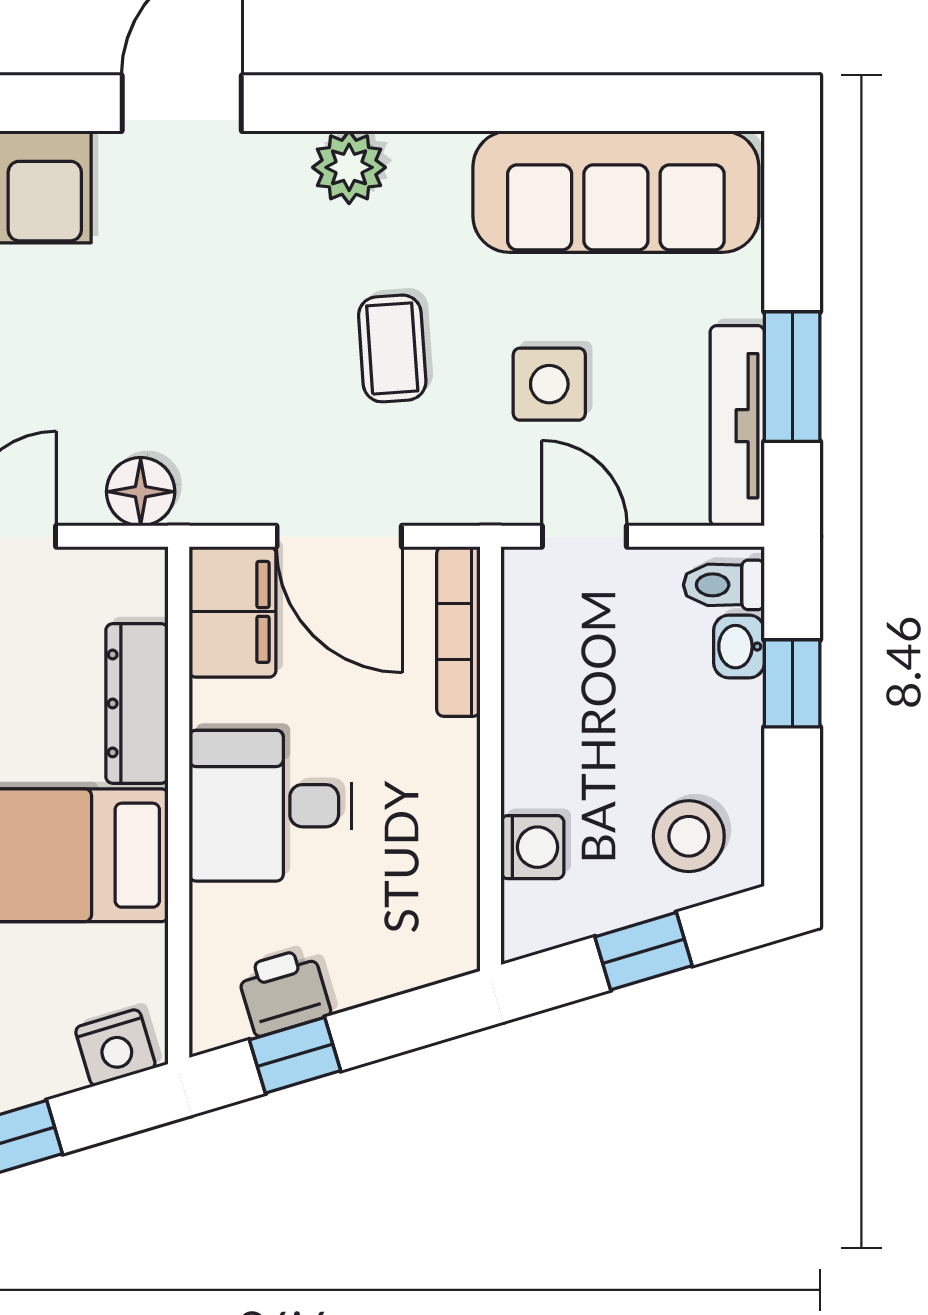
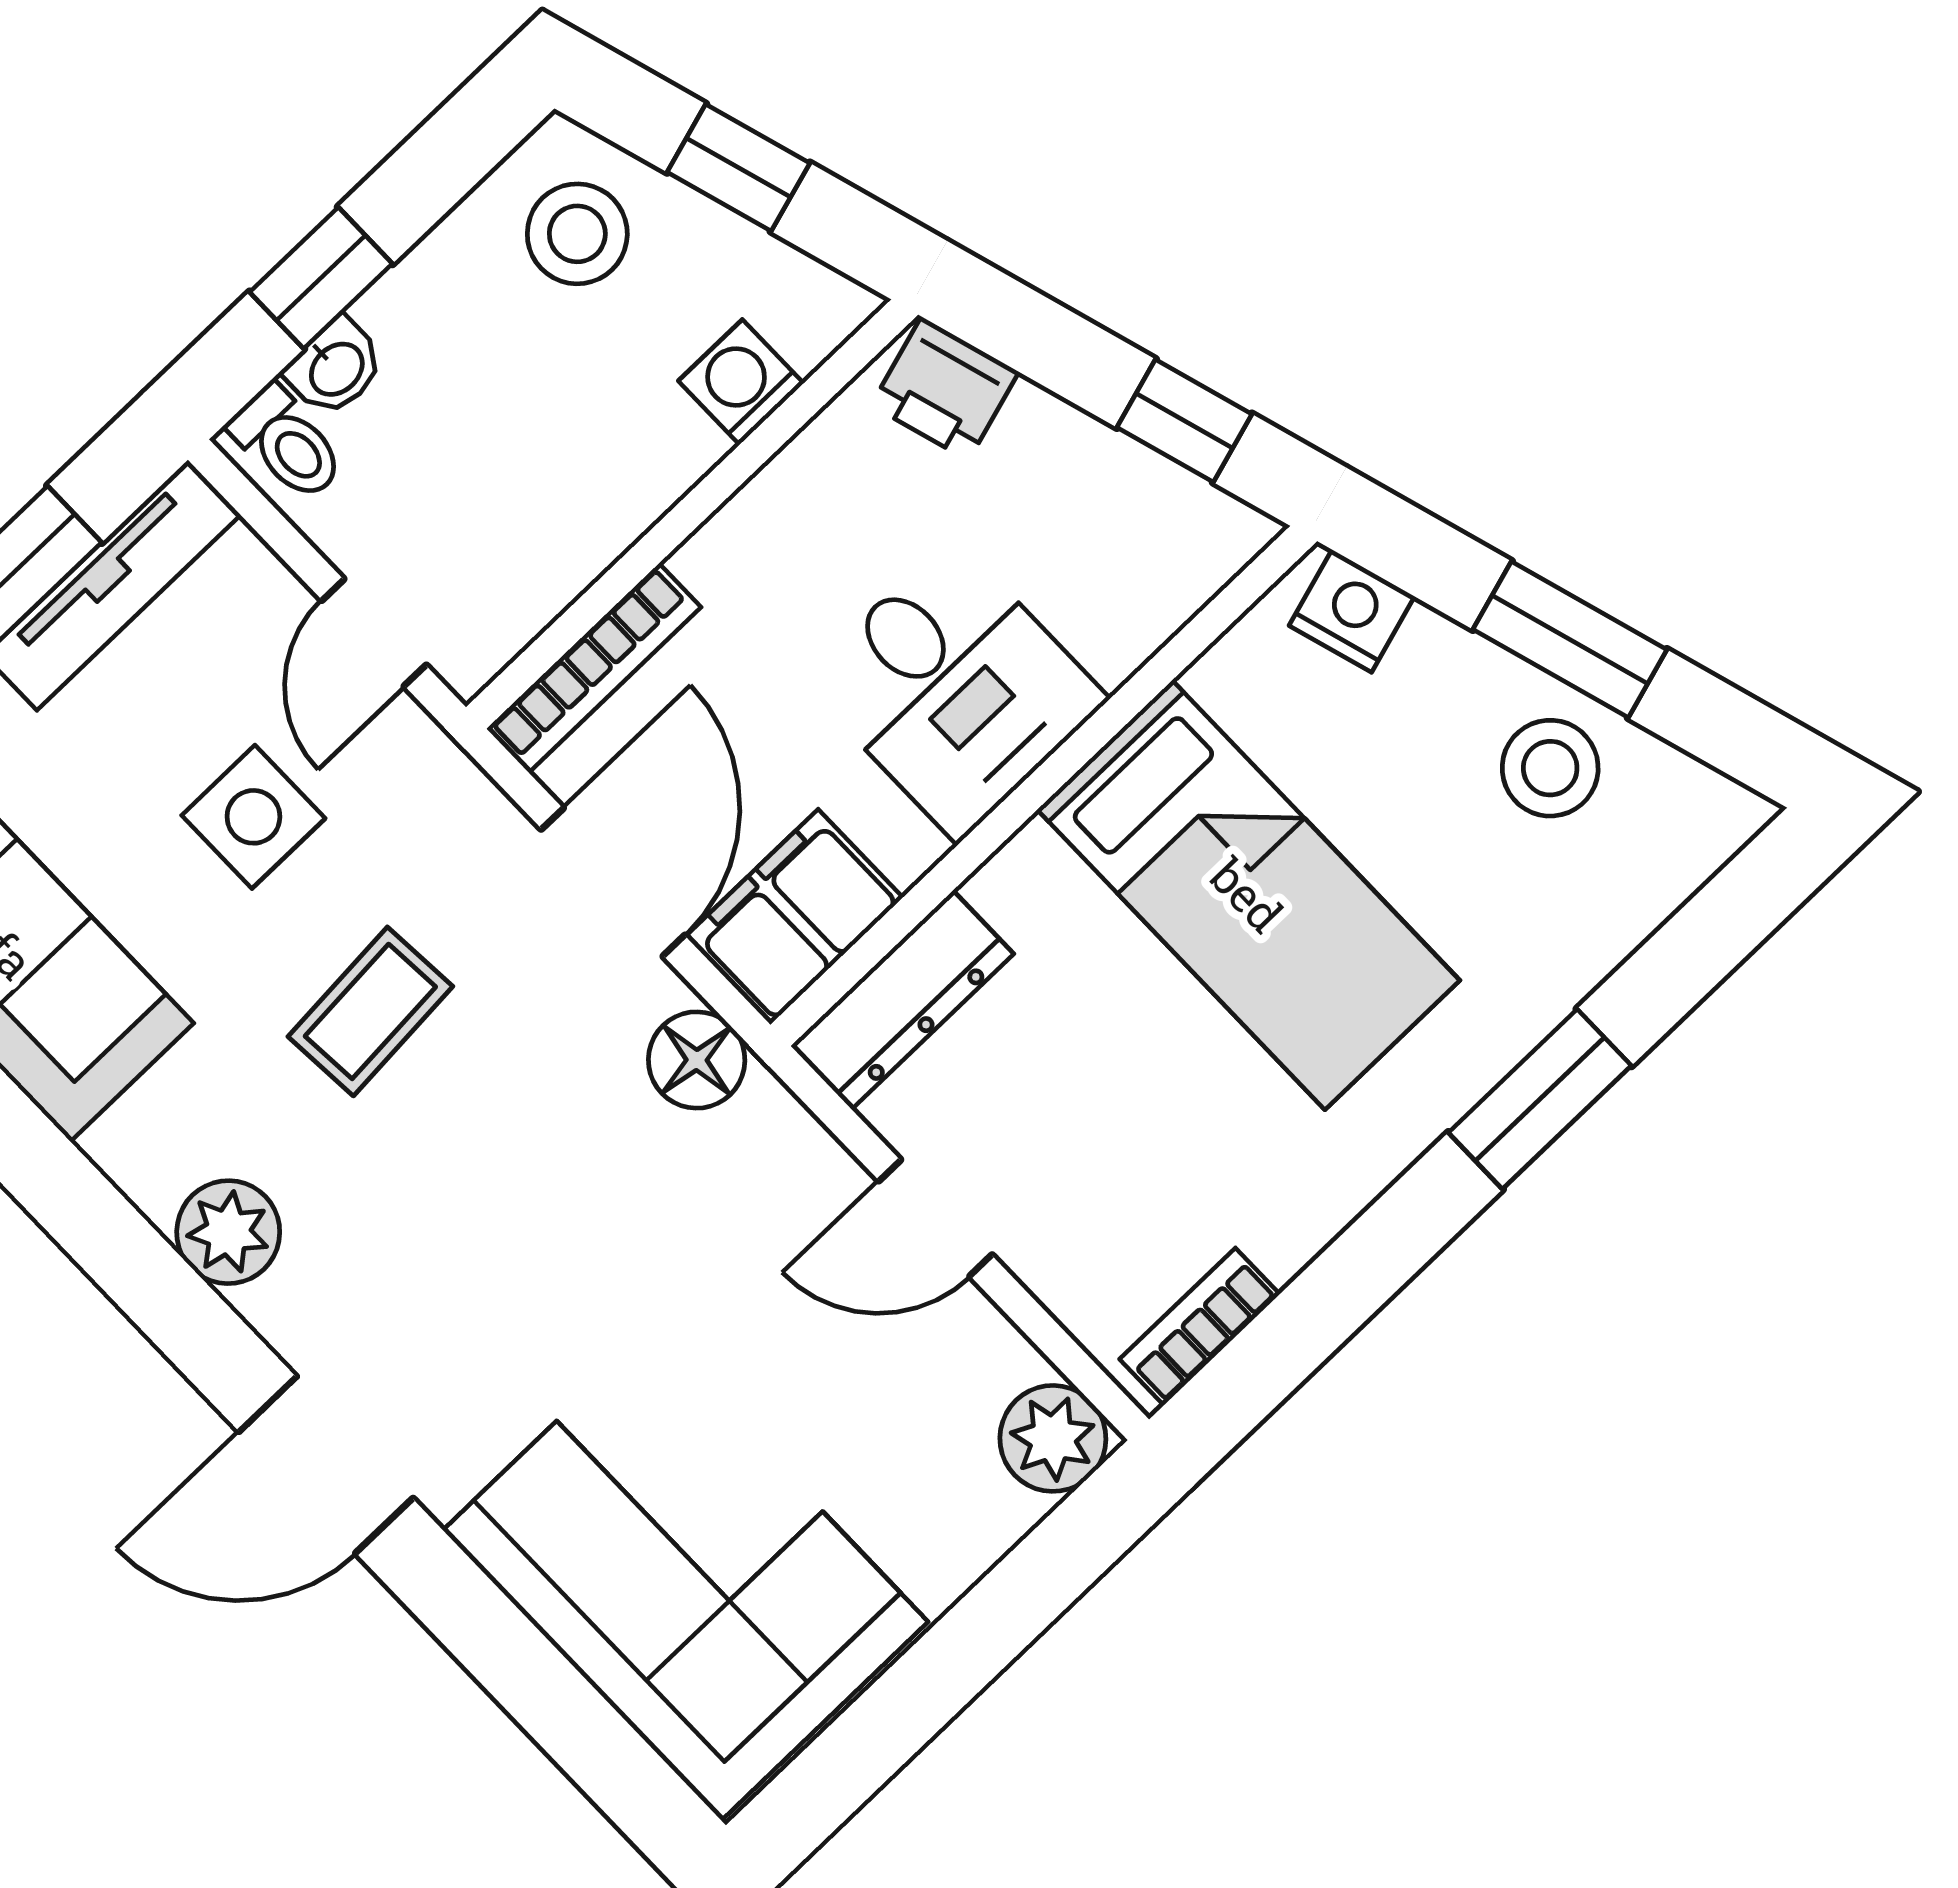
floor lamp: (141, 492) -> (697, 1060), moved
dresser: (137, 703) -> (902, 1000), moved
printer: (284, 992) -> (945, 389), moved

